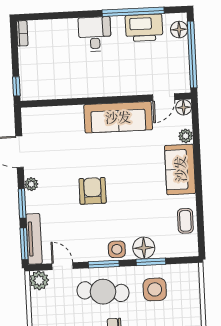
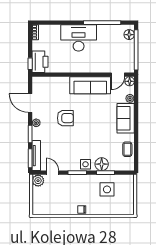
printer: (144, 28) -> (40, 62), moved, turned -90
desk: (95, 34) -> (79, 38), width x1.87, depth x1.30
armchair: (93, 191) -> (65, 118), moved, turned 90
cafe table: (103, 292) -> (76, 189), removed

